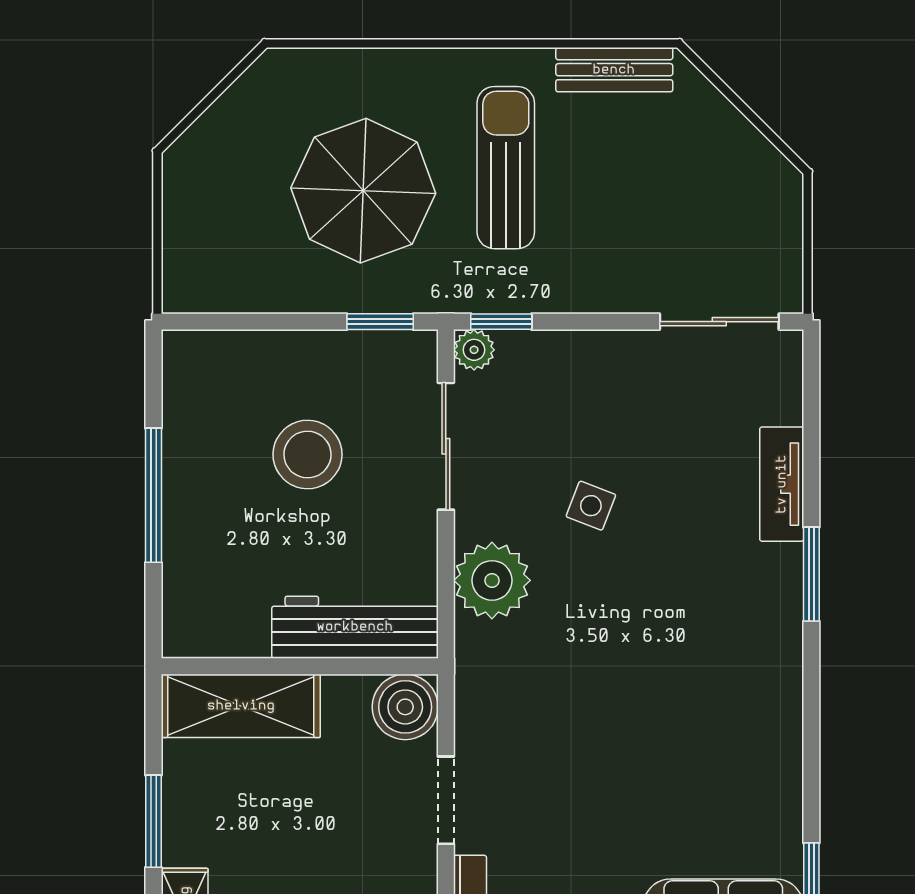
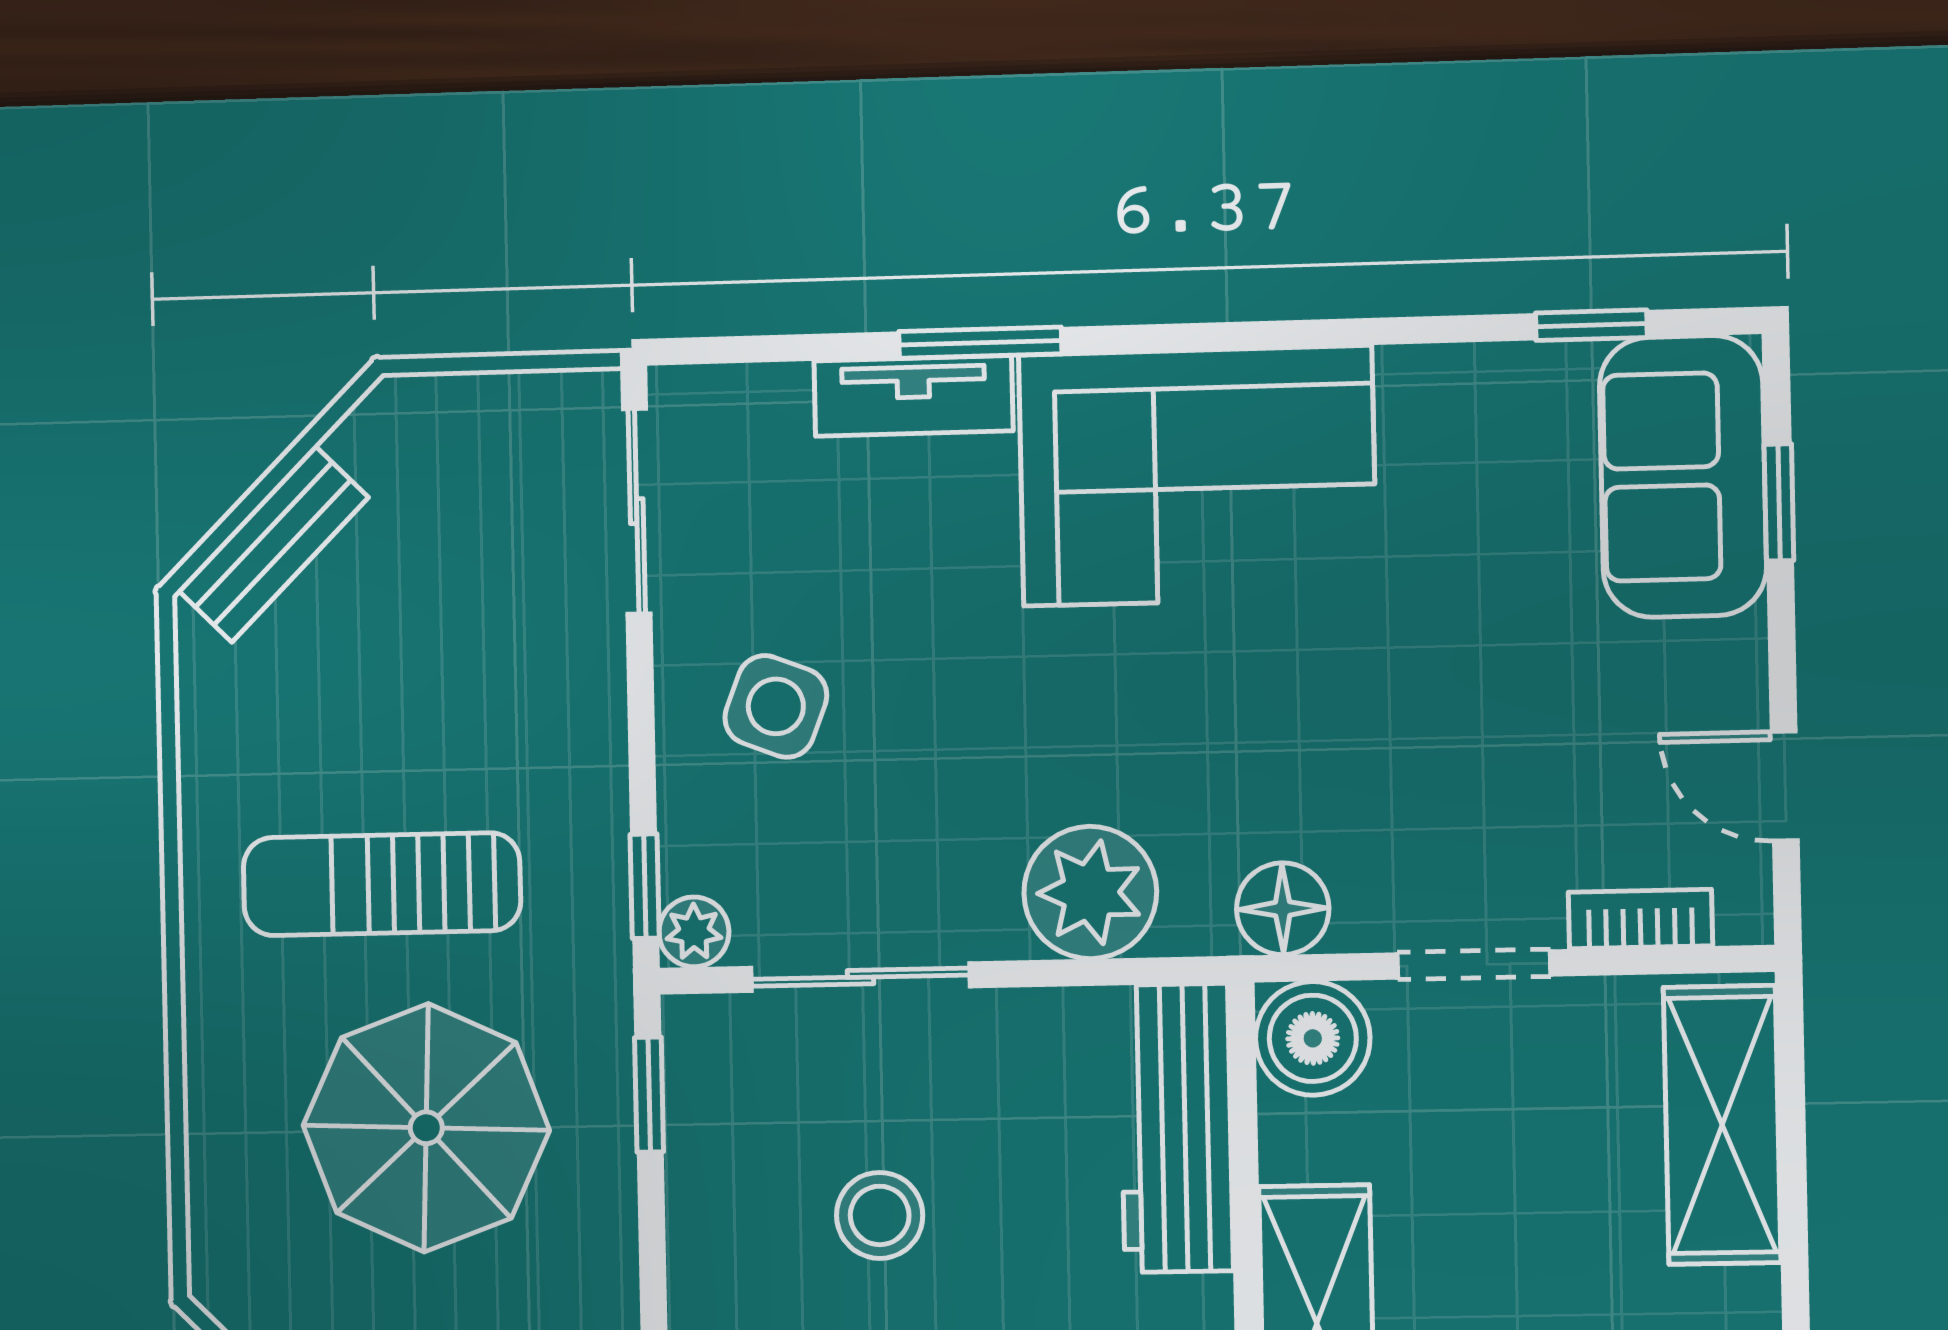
bench: (614, 70) -> (273, 544), moved, turned 45
stool: (308, 455) -> (880, 1215), width x0.73, depth x0.73
side table: (591, 506) -> (776, 706), moved, width x1.37, depth x1.37
window: (811, 574) -> (980, 343), moved
corner sofa: (731, 647) -> (1197, 476), added
floor lamp: (480, 691) -> (1283, 909), added

